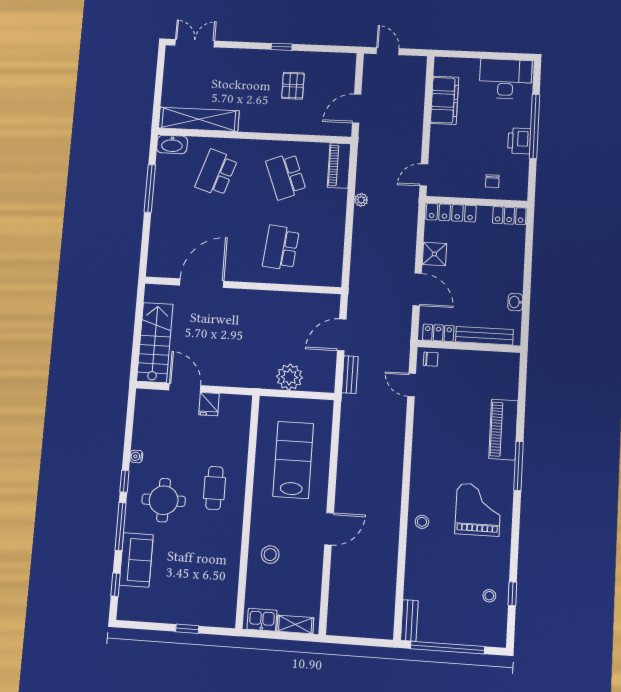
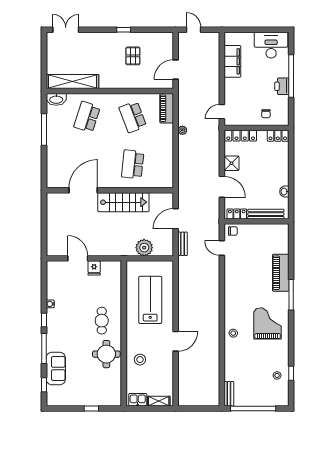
stairs: (155, 343) -> (123, 202), moved, turned 90
round table: (164, 500) -> (106, 354), moved

